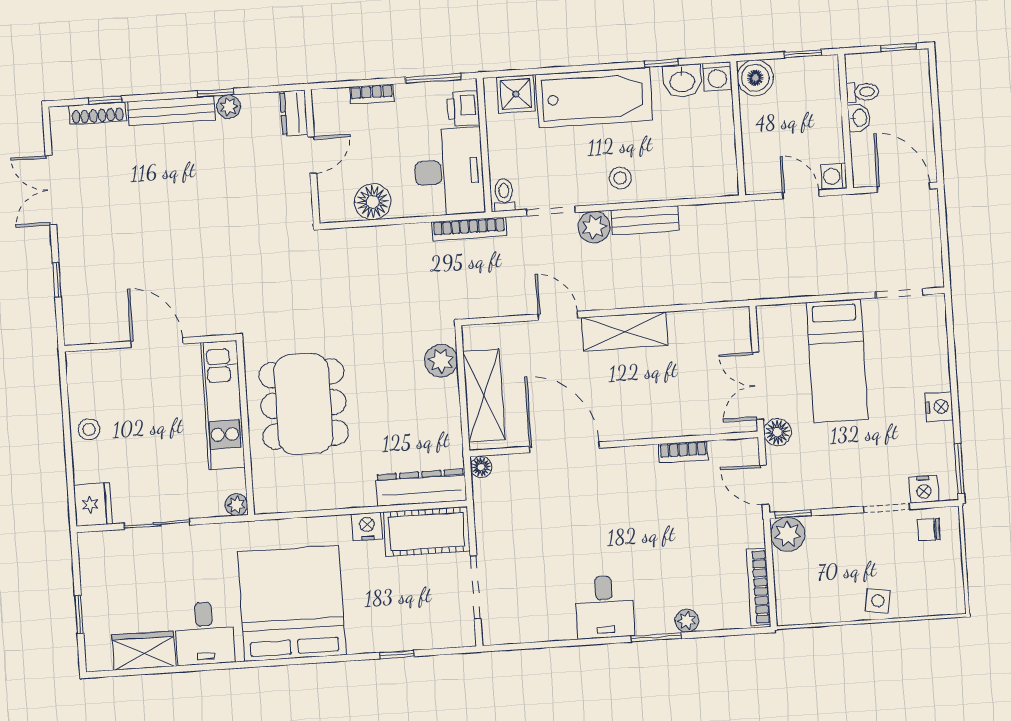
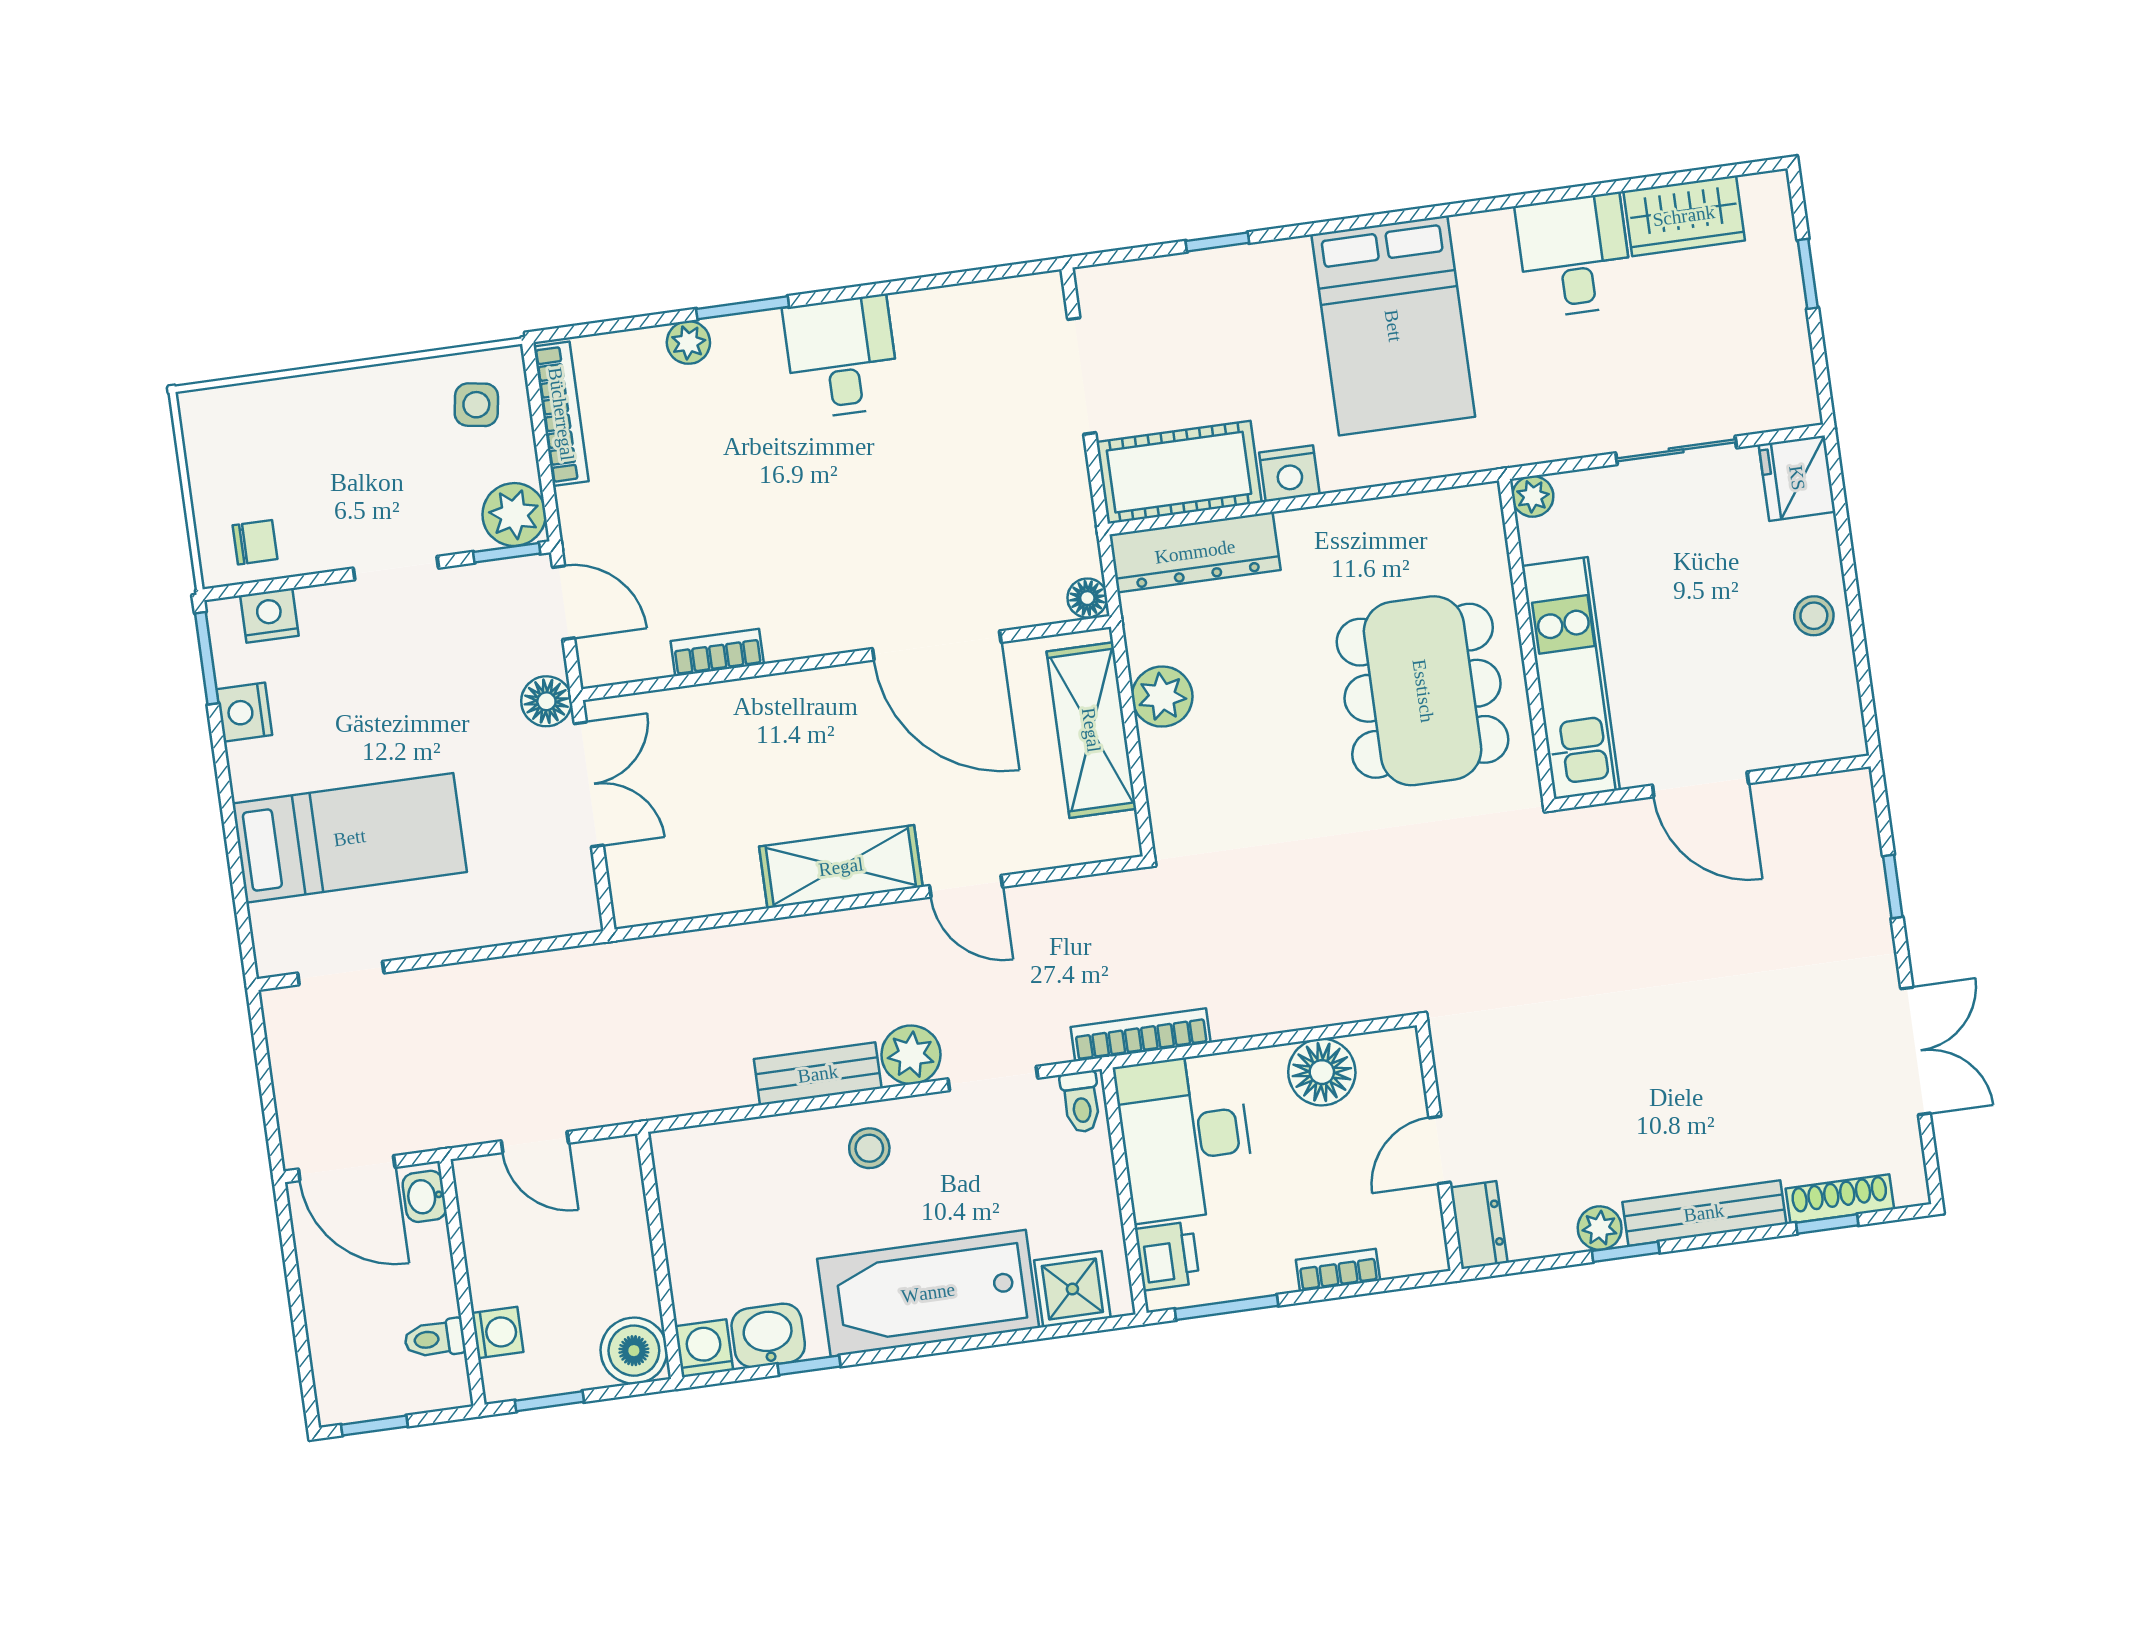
washbasin: (859, 118) -> (424, 1196), moved
washing machine: (834, 176) -> (498, 1332), moved
plant: (441, 361) -> (1162, 697), moved
bed: (837, 361) -> (350, 838), moved, turned 90
nightstand: (939, 407) -> (244, 712), moved
doorway: (887, 508) -> (396, 568), moved
side table: (878, 601) -> (476, 405), moved
bed: (292, 603) -> (1393, 326), width x0.73

